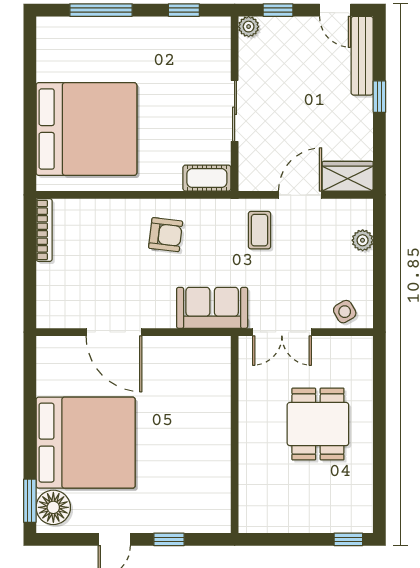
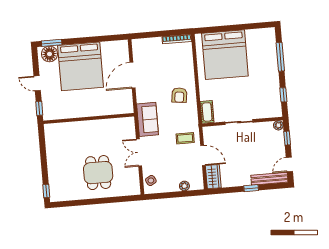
dining table: (318, 424) -> (98, 173), turned 90
wall: (235, 434) -> (89, 119), moved

